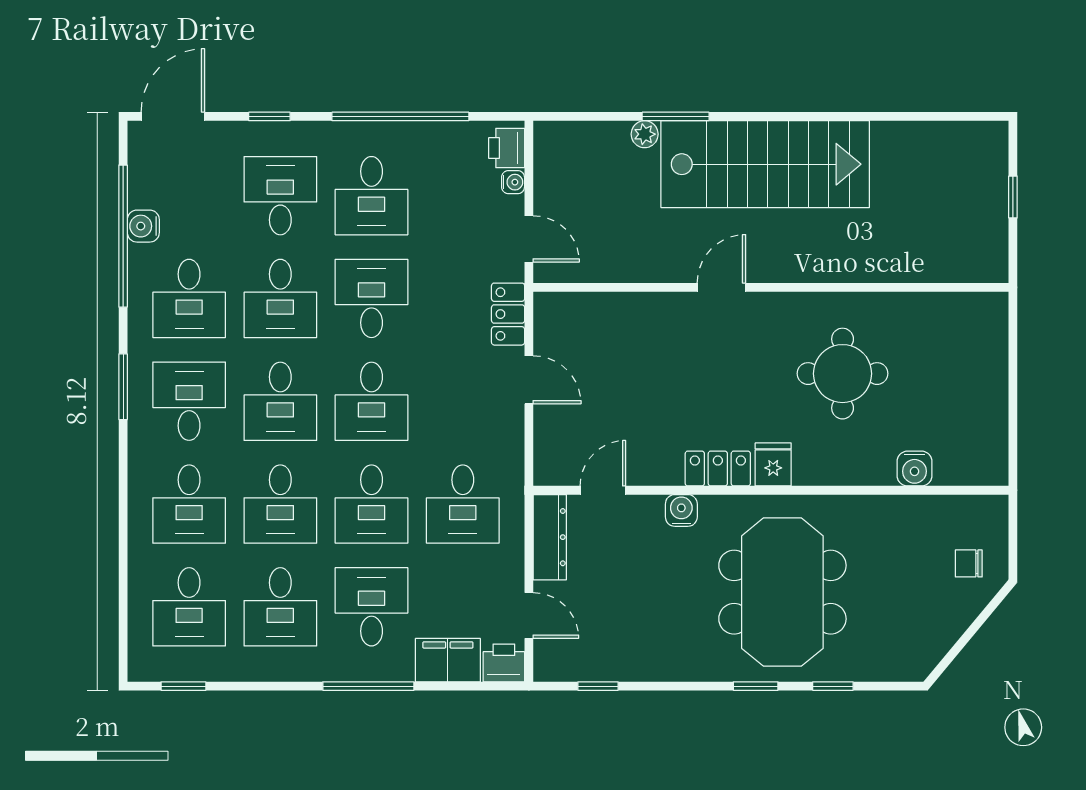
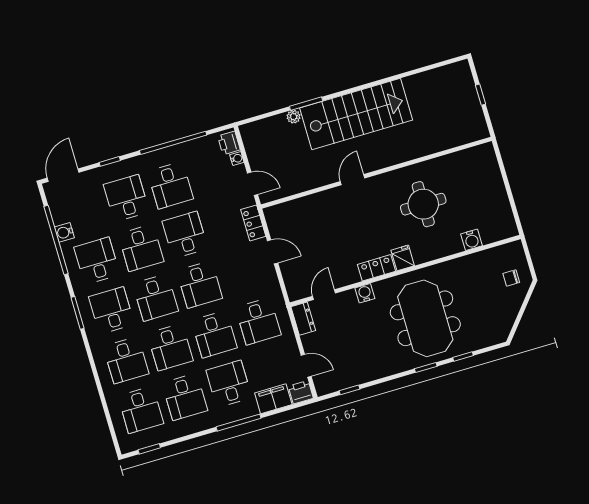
desk: (189, 298) -> (97, 261), turned 180
dresser: (550, 537) -> (303, 319), width x0.70

